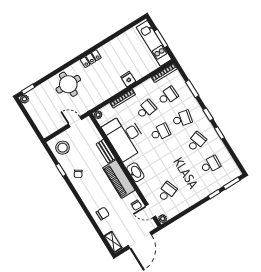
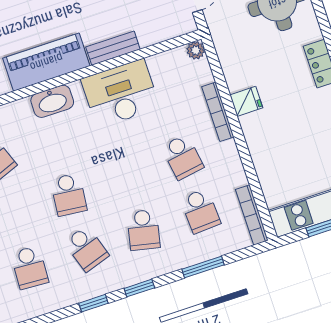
fridge: (128, 79) -> (246, 101), moved
school desk: (160, 132) -> (69, 195), moved
desk: (125, 137) -> (120, 93), width x0.73, depth x0.77

